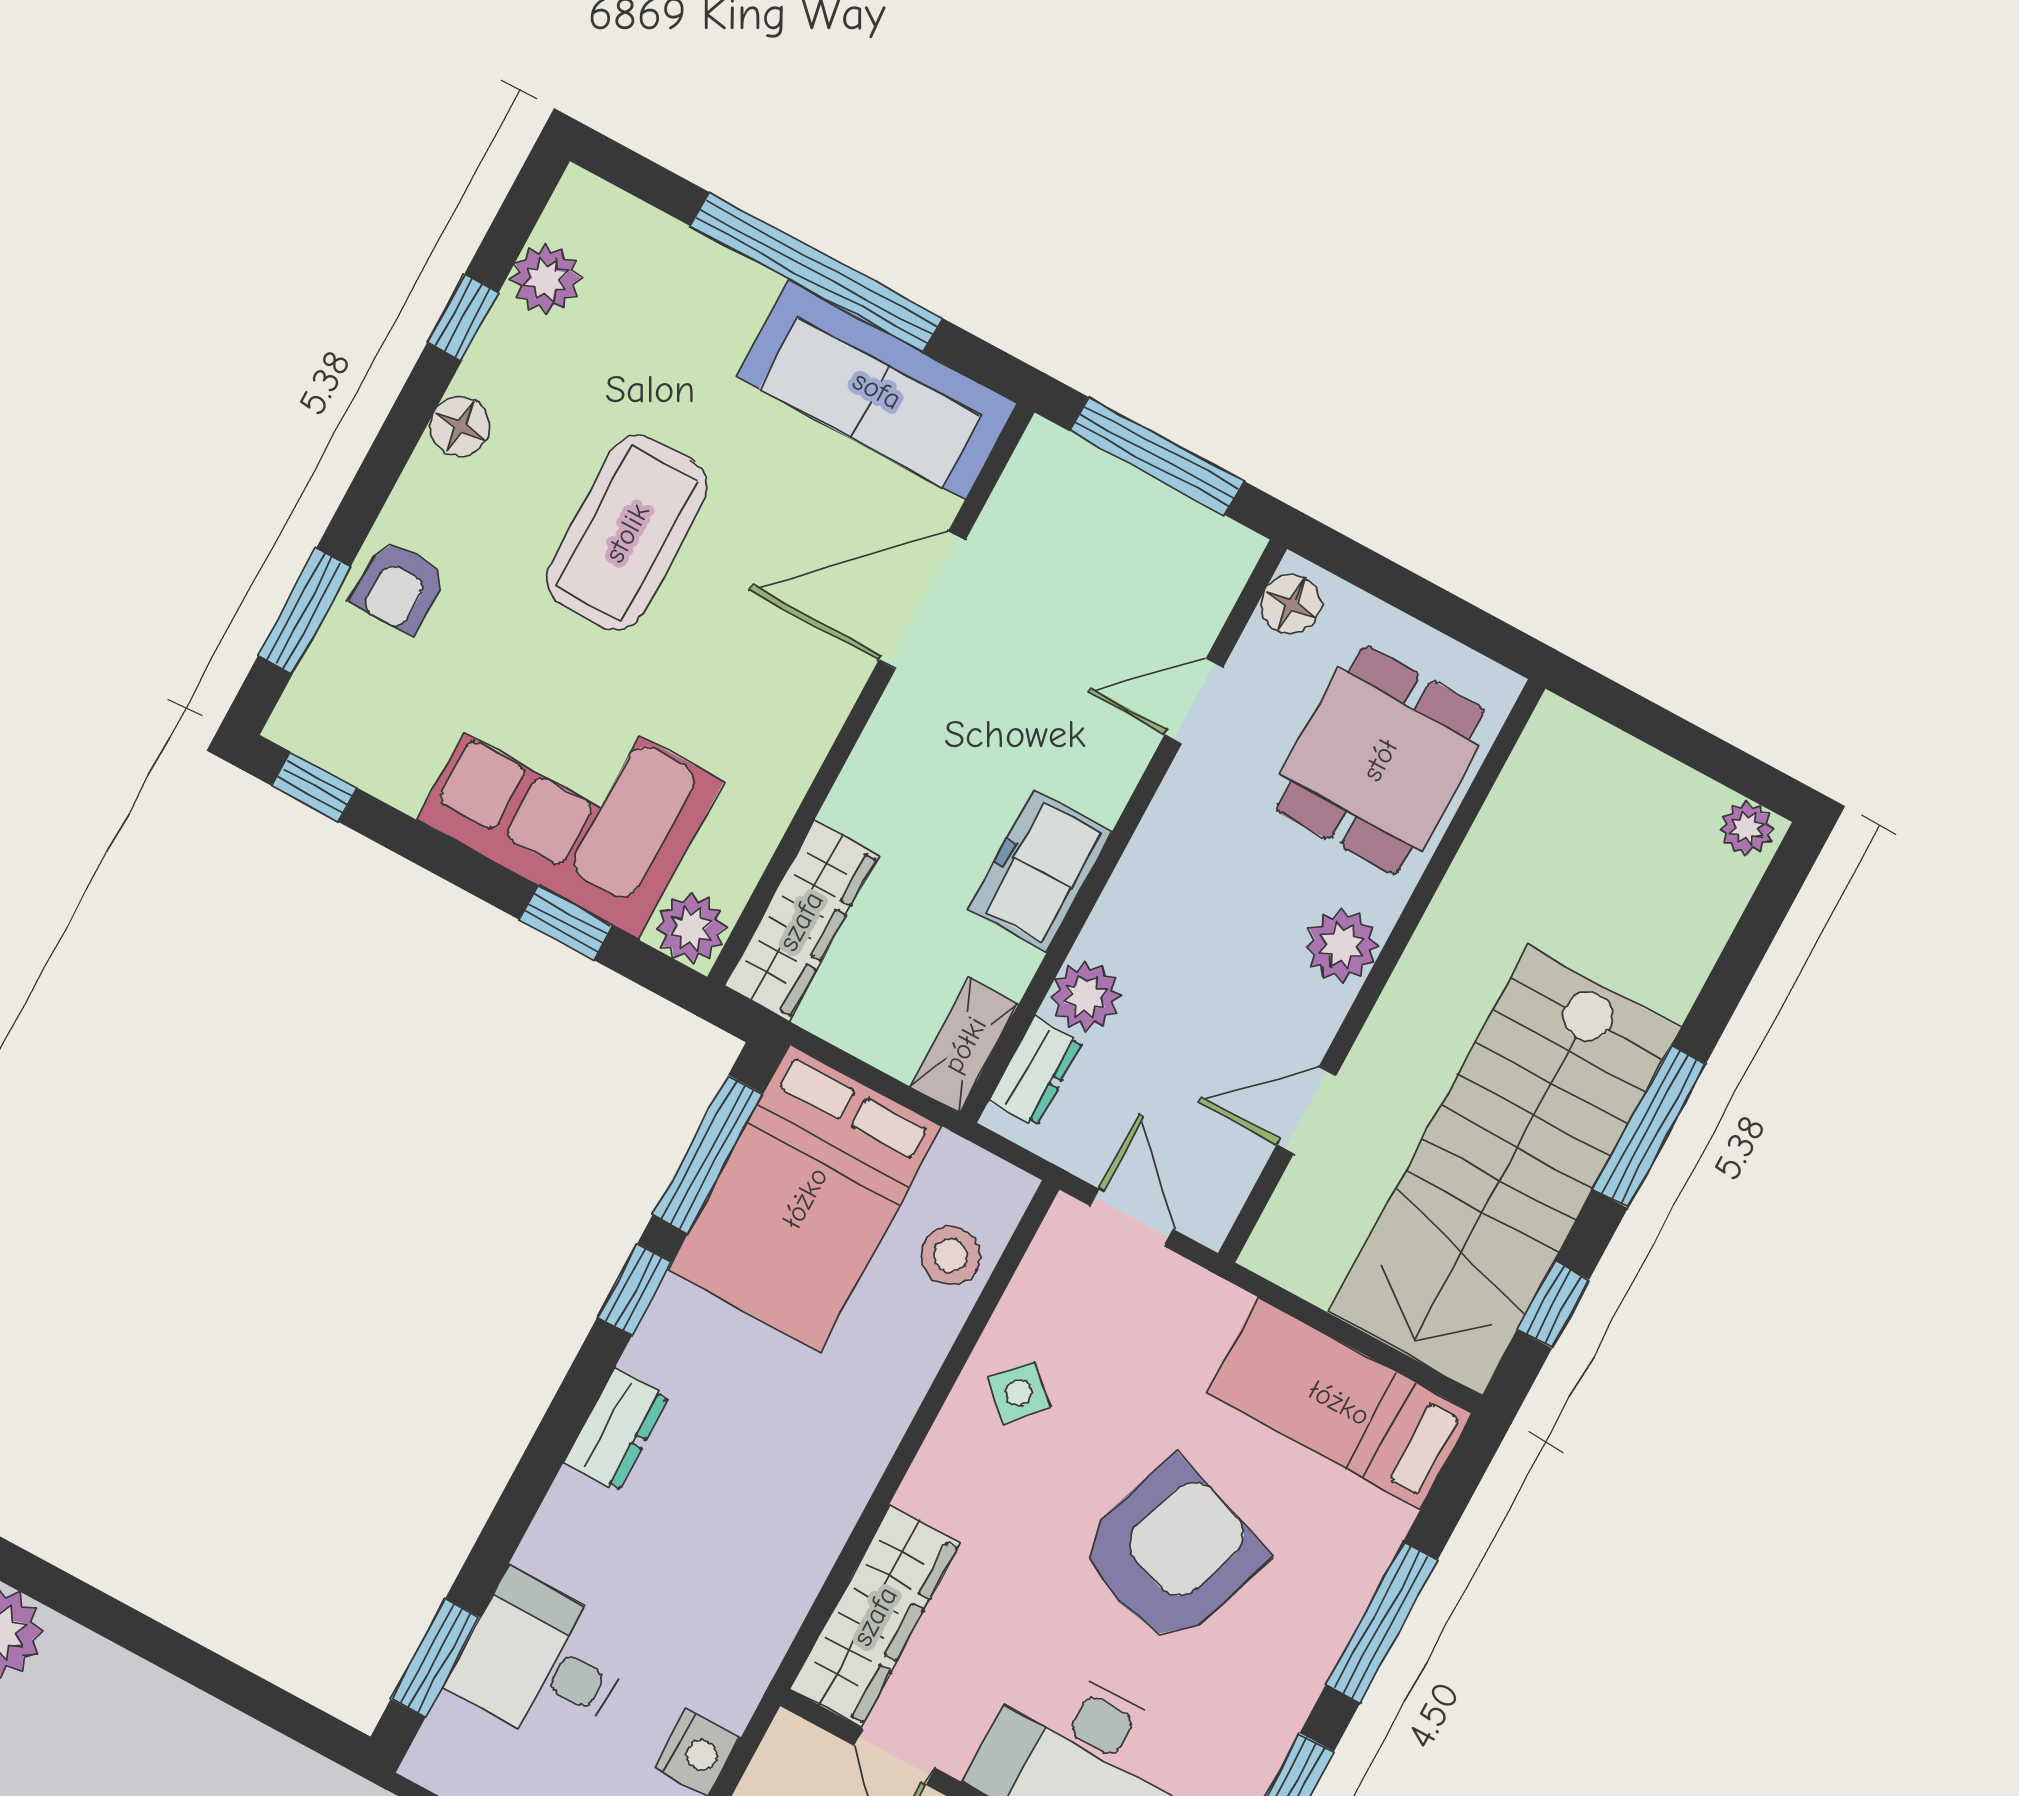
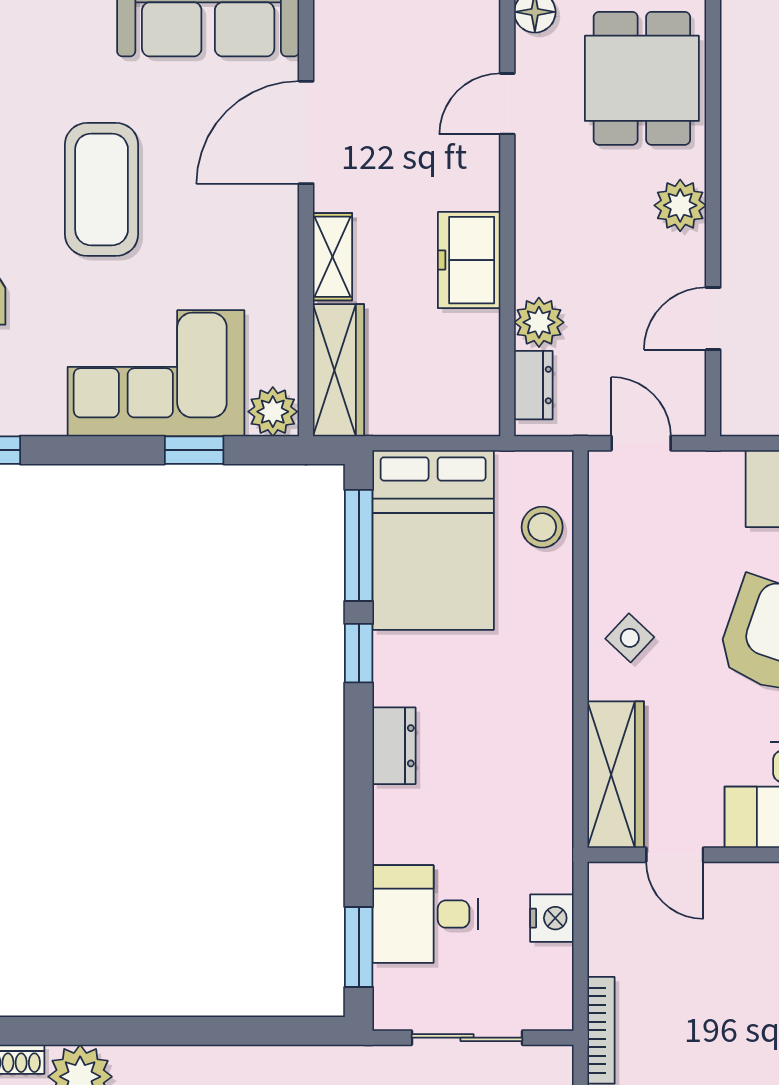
shelving: (965, 1045) -> (333, 257), moved
side table: (1019, 1393) -> (630, 638), moved

